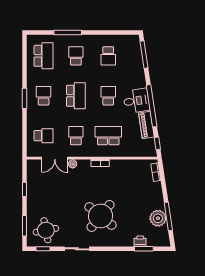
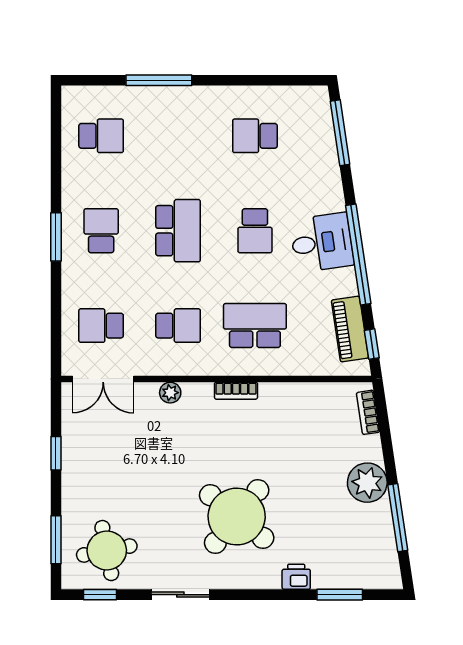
school desk: (44, 56) -> (101, 136), width x0.54
school desk: (76, 56) -> (178, 136), removed
school desk: (108, 56) -> (255, 136), turned 90
school desk: (108, 96) -> (255, 231), turned 180
piano: (146, 125) -> (350, 329), moved
school desk: (44, 136) -> (101, 326), turned 180
school desk: (76, 136) -> (178, 326), turned 90
double door: (55, 158) -> (103, 379), moved
plant: (158, 218) -> (367, 483), moved
printer: (140, 241) -> (296, 577), moved

